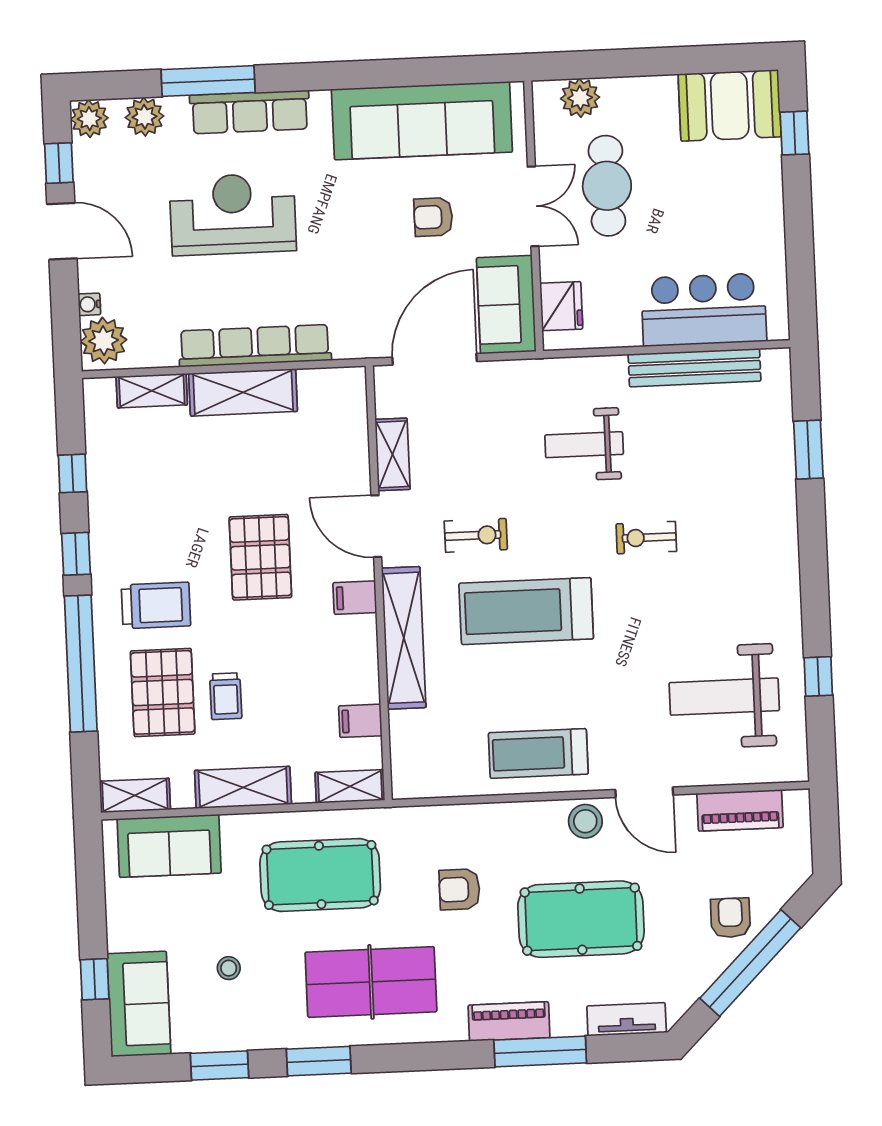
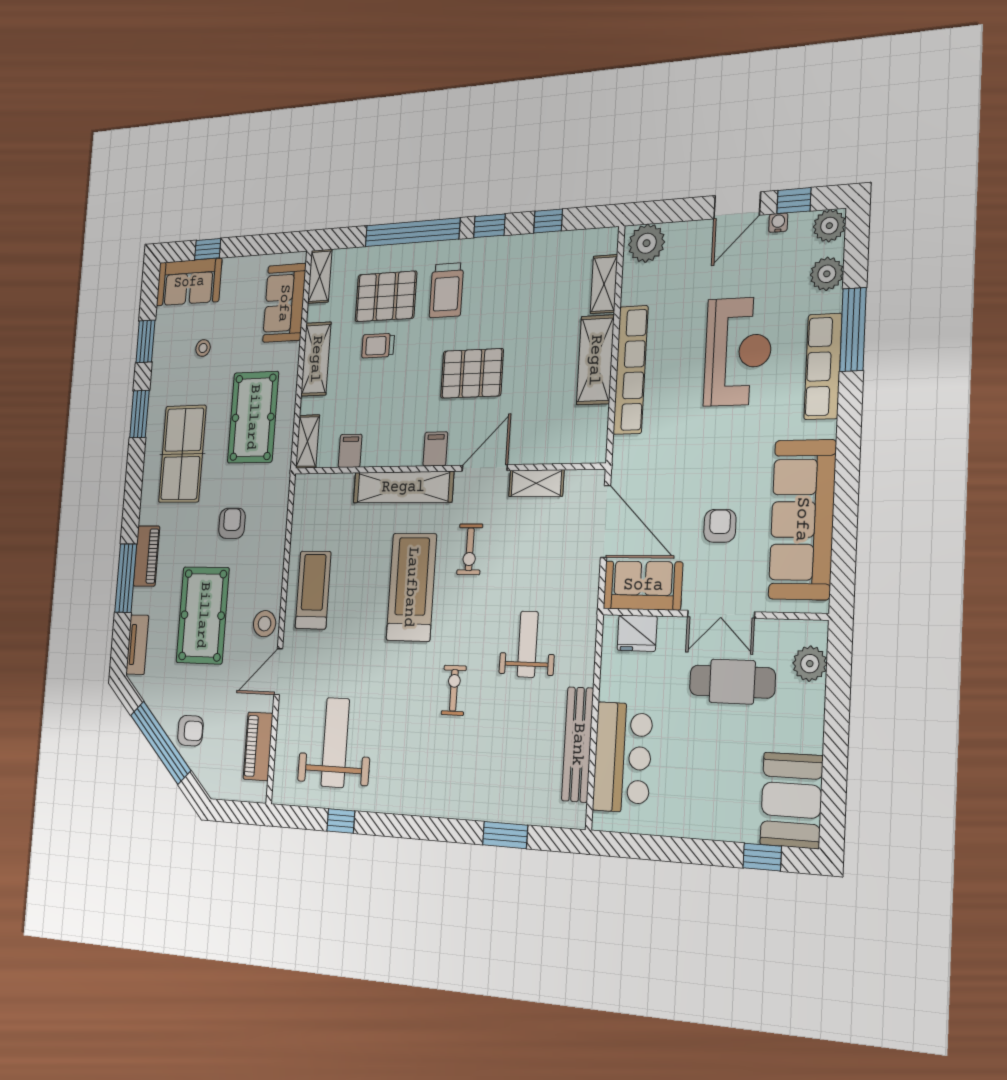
water cooler: (89, 304) -> (778, 223), moved

